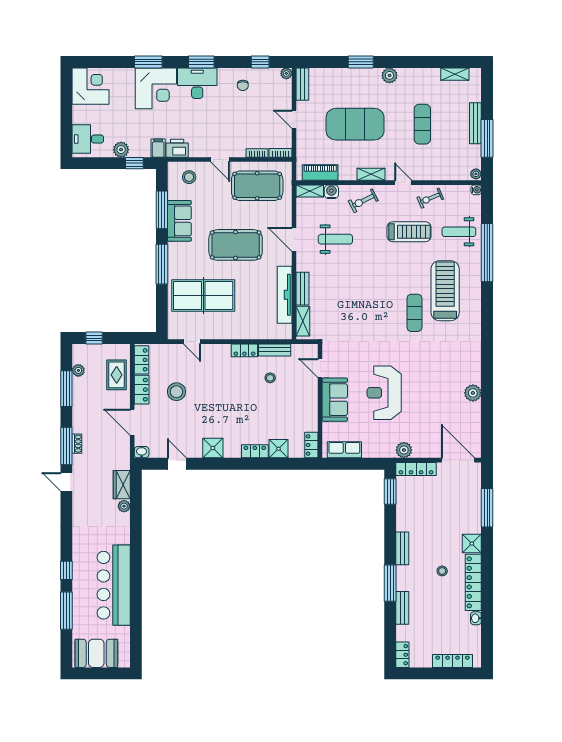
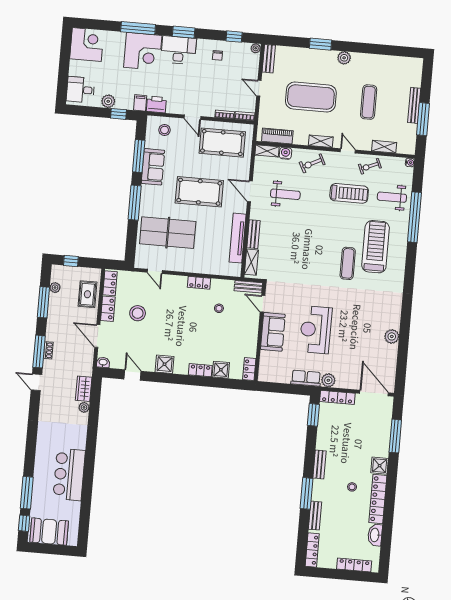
window: (148, 62) -> (138, 28), width x1.44
shelving: (455, 74) -> (384, 147), moved
plant: (476, 174) -> (411, 149), removed
bench: (275, 350) -> (248, 287), moved
row of seats: (344, 450) -> (306, 378), moved
window: (66, 570) -> (24, 523), moved
bar counter: (114, 585) -> (69, 474), width x0.73
washbasin: (476, 618) -> (375, 535), width x1.91, depth x1.45
locker: (402, 655) -> (312, 550), width x1.53

